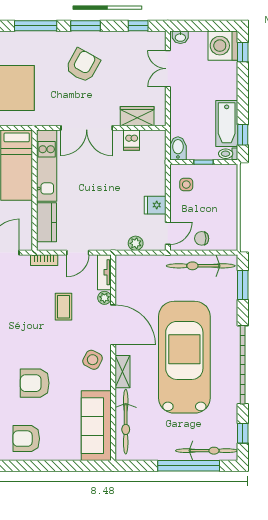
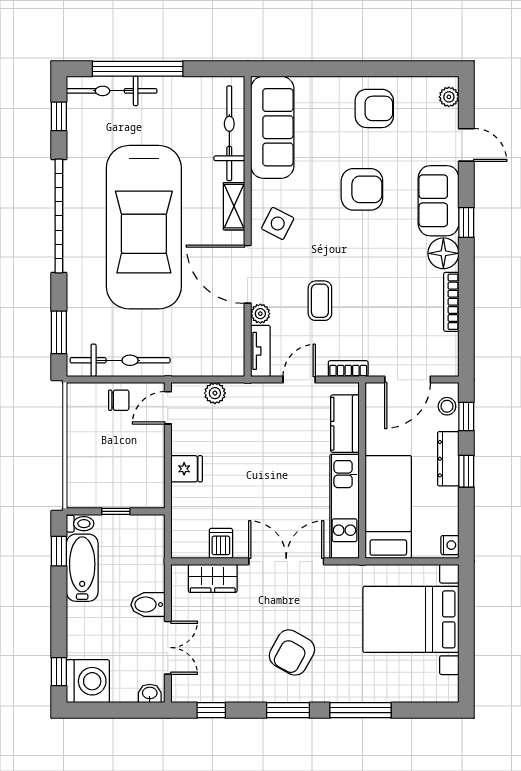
bidet: (178, 148) -> (148, 605), moved, turned 90
side table: (186, 185) -> (141, 479), removed
fridge: (155, 205) -> (187, 469), moved

